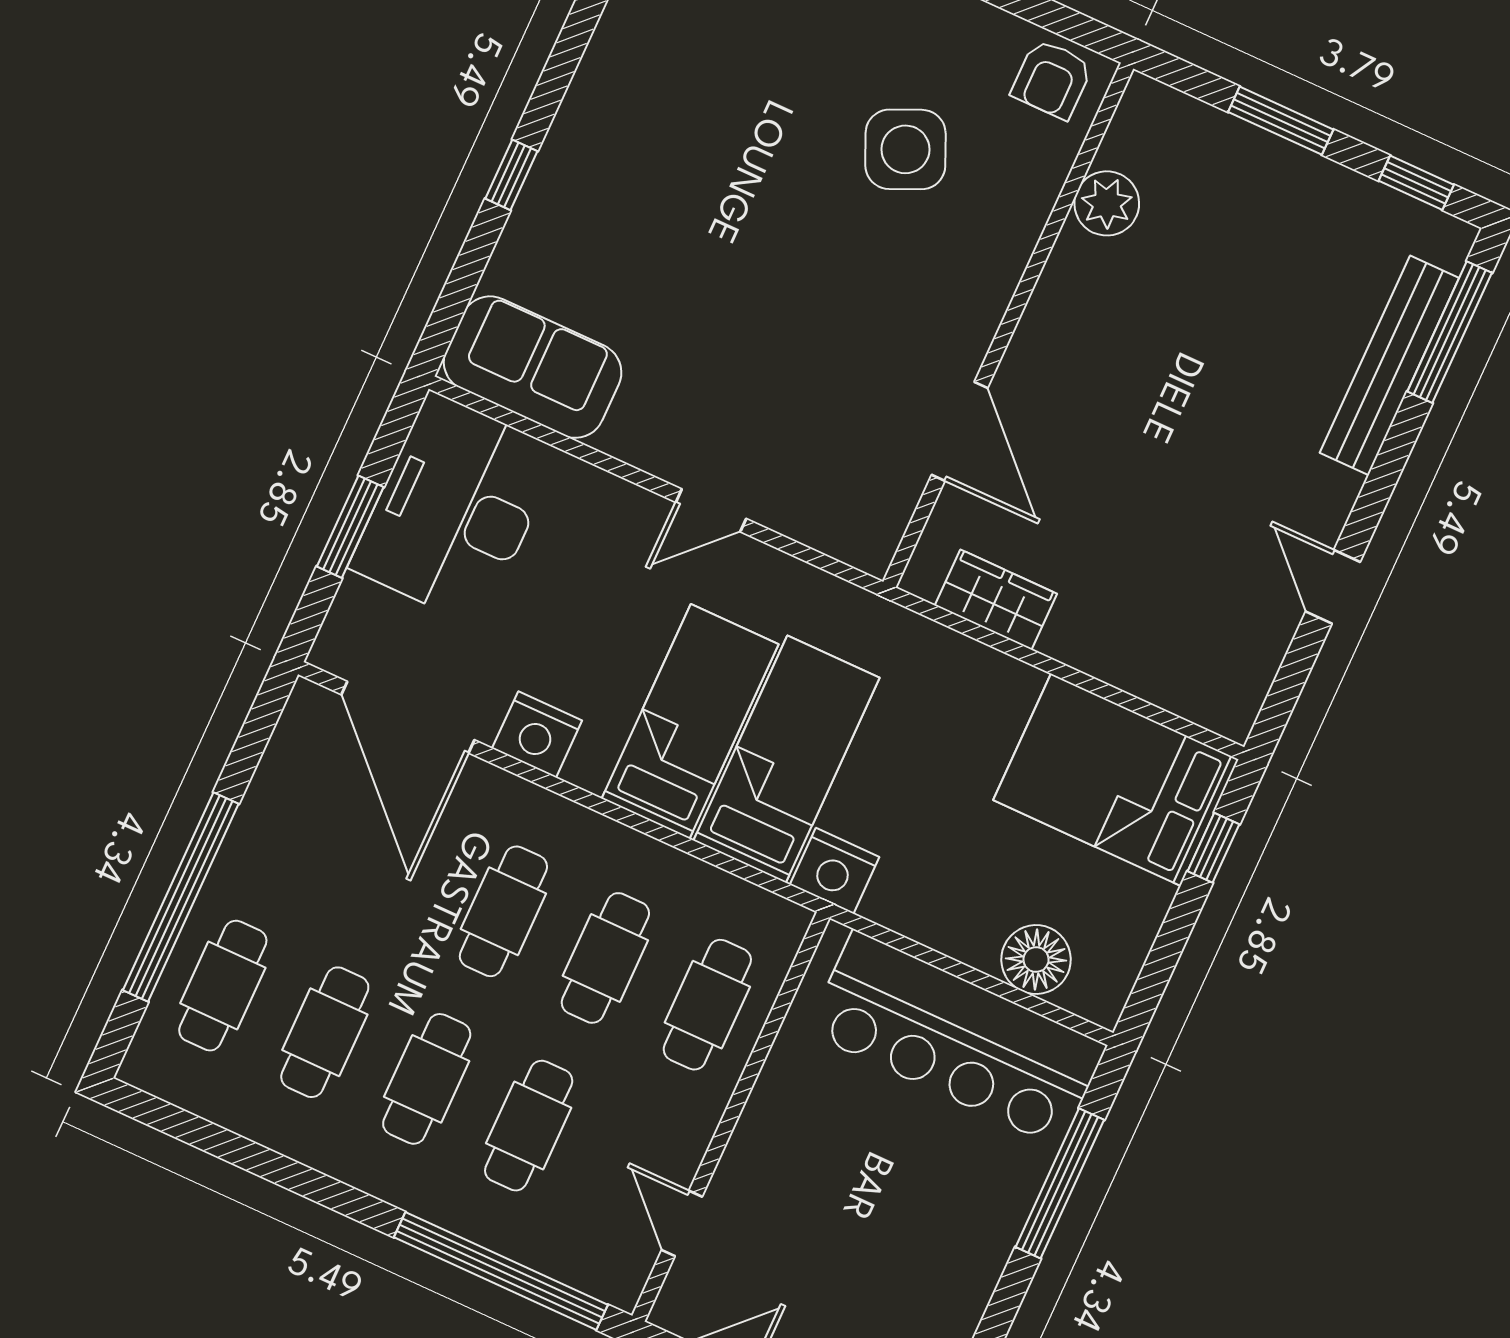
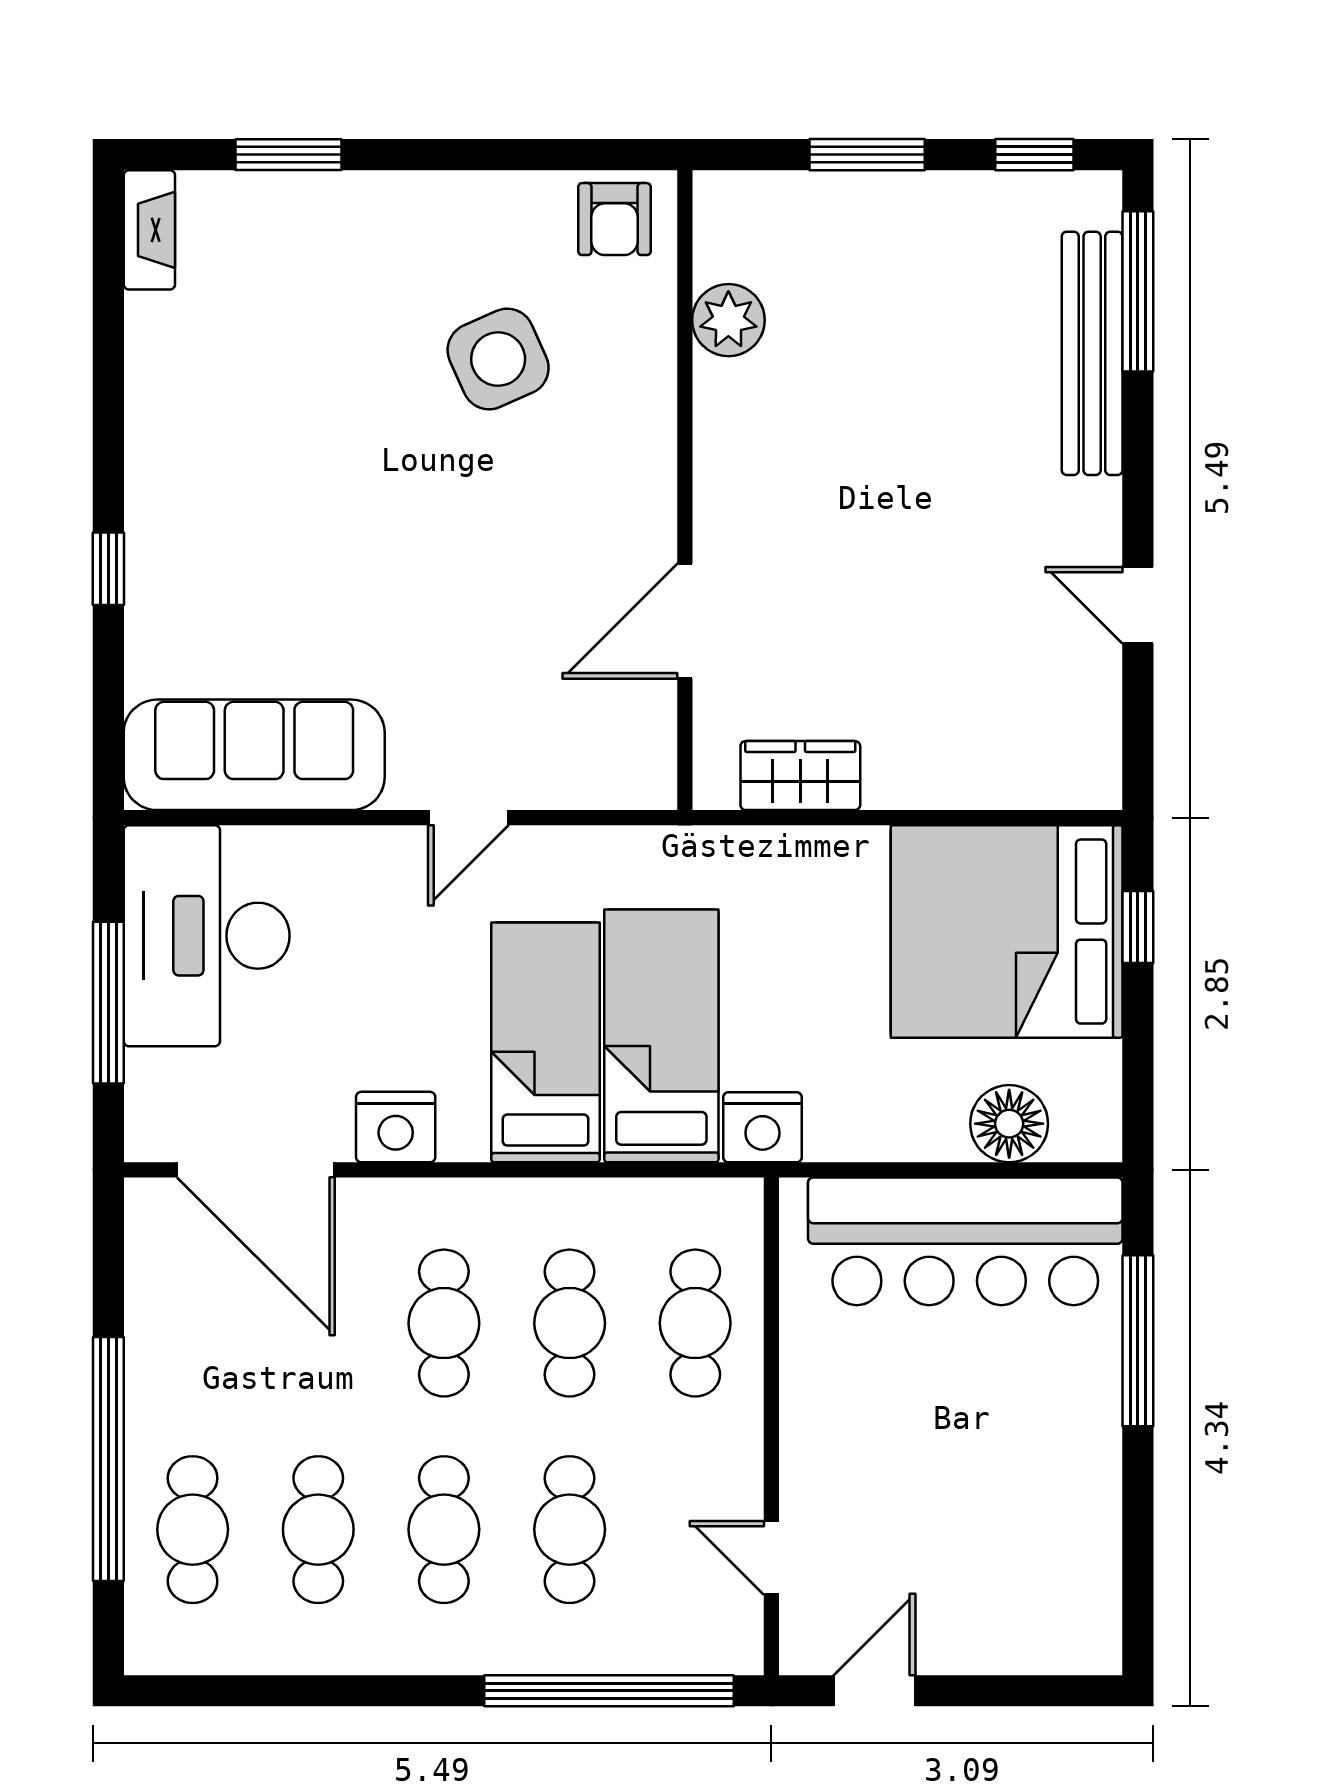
sofa: (533, 367) -> (254, 755), width x1.36
door: (960, 431) -> (685, 621), swing flipped
window: (350, 527) -> (108, 1003), width x1.44
bed: (1116, 780) -> (1007, 932), width x1.36

